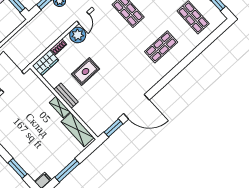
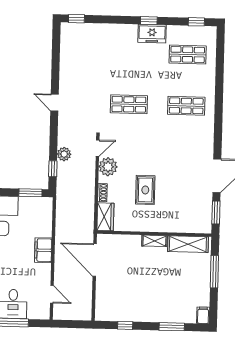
door: (83, 18) -> (98, 148), hinge flipped
shop shelf: (161, 47) -> (186, 106), turned 90
bench: (66, 96) -> (150, 226), removed
window: (67, 170) -> (214, 272), moved

